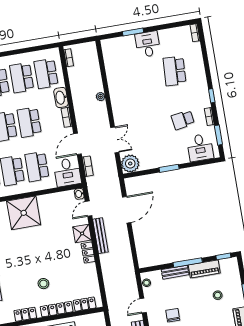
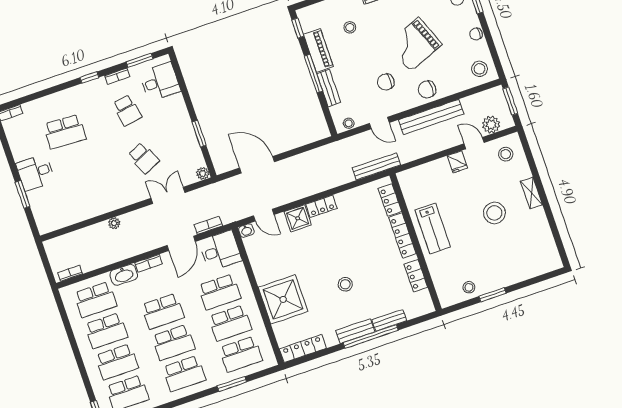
school desk: (145, 126) -> (144, 158), added
door: (77, 144) -> (181, 243), hinge flipped
plant: (130, 164) -> (203, 173), width x0.53, depth x0.53
window: (169, 168) -> (199, 134), moved
bench: (100, 236) -> (376, 166), moved
stool: (43, 284) -> (345, 284), moved

